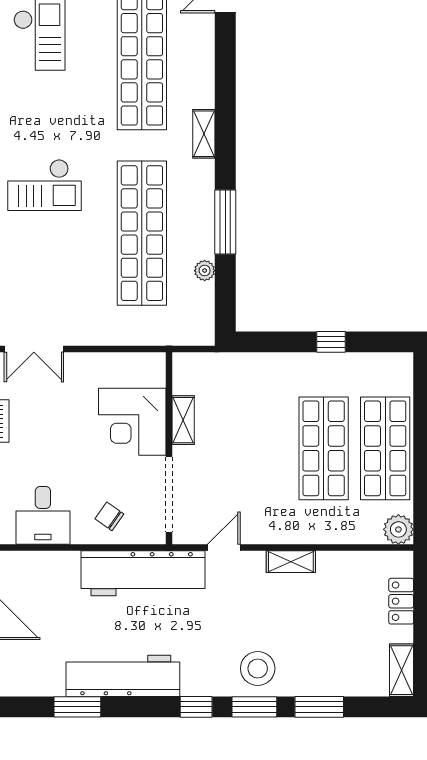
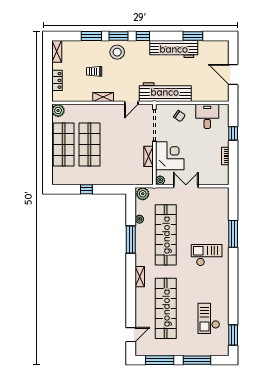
plant: (197, 331) -> (143, 194), added
double door: (34, 349) -> (186, 186), moved
plant: (155, 363) -> (160, 180), added
trolley: (313, 623) -> (94, 71), added

